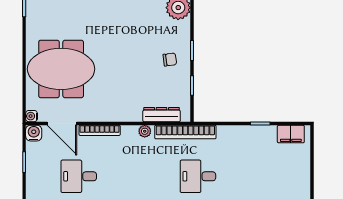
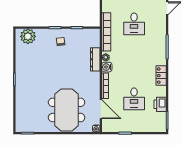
dresser: (162, 115) -> (95, 59), moved
door: (62, 123) -> (101, 109), hinge flipped
water cooler: (34, 133) -> (107, 67), moved

